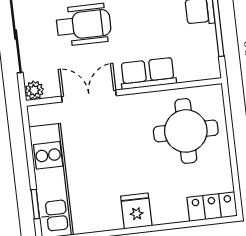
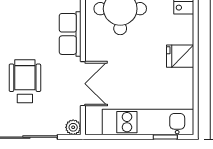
double door: (89, 96) -> (83, 84), swing flipped

